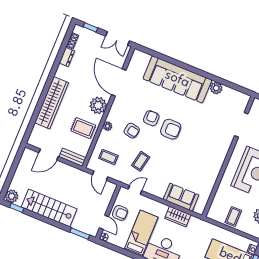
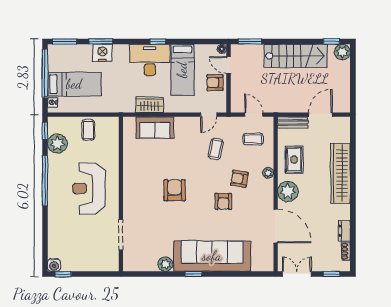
window: (198, 71) -> (193, 274), added
rug: (83, 128) -> (294, 160), turned 90
armchair: (171, 129) -> (175, 190), moved, turned 90

